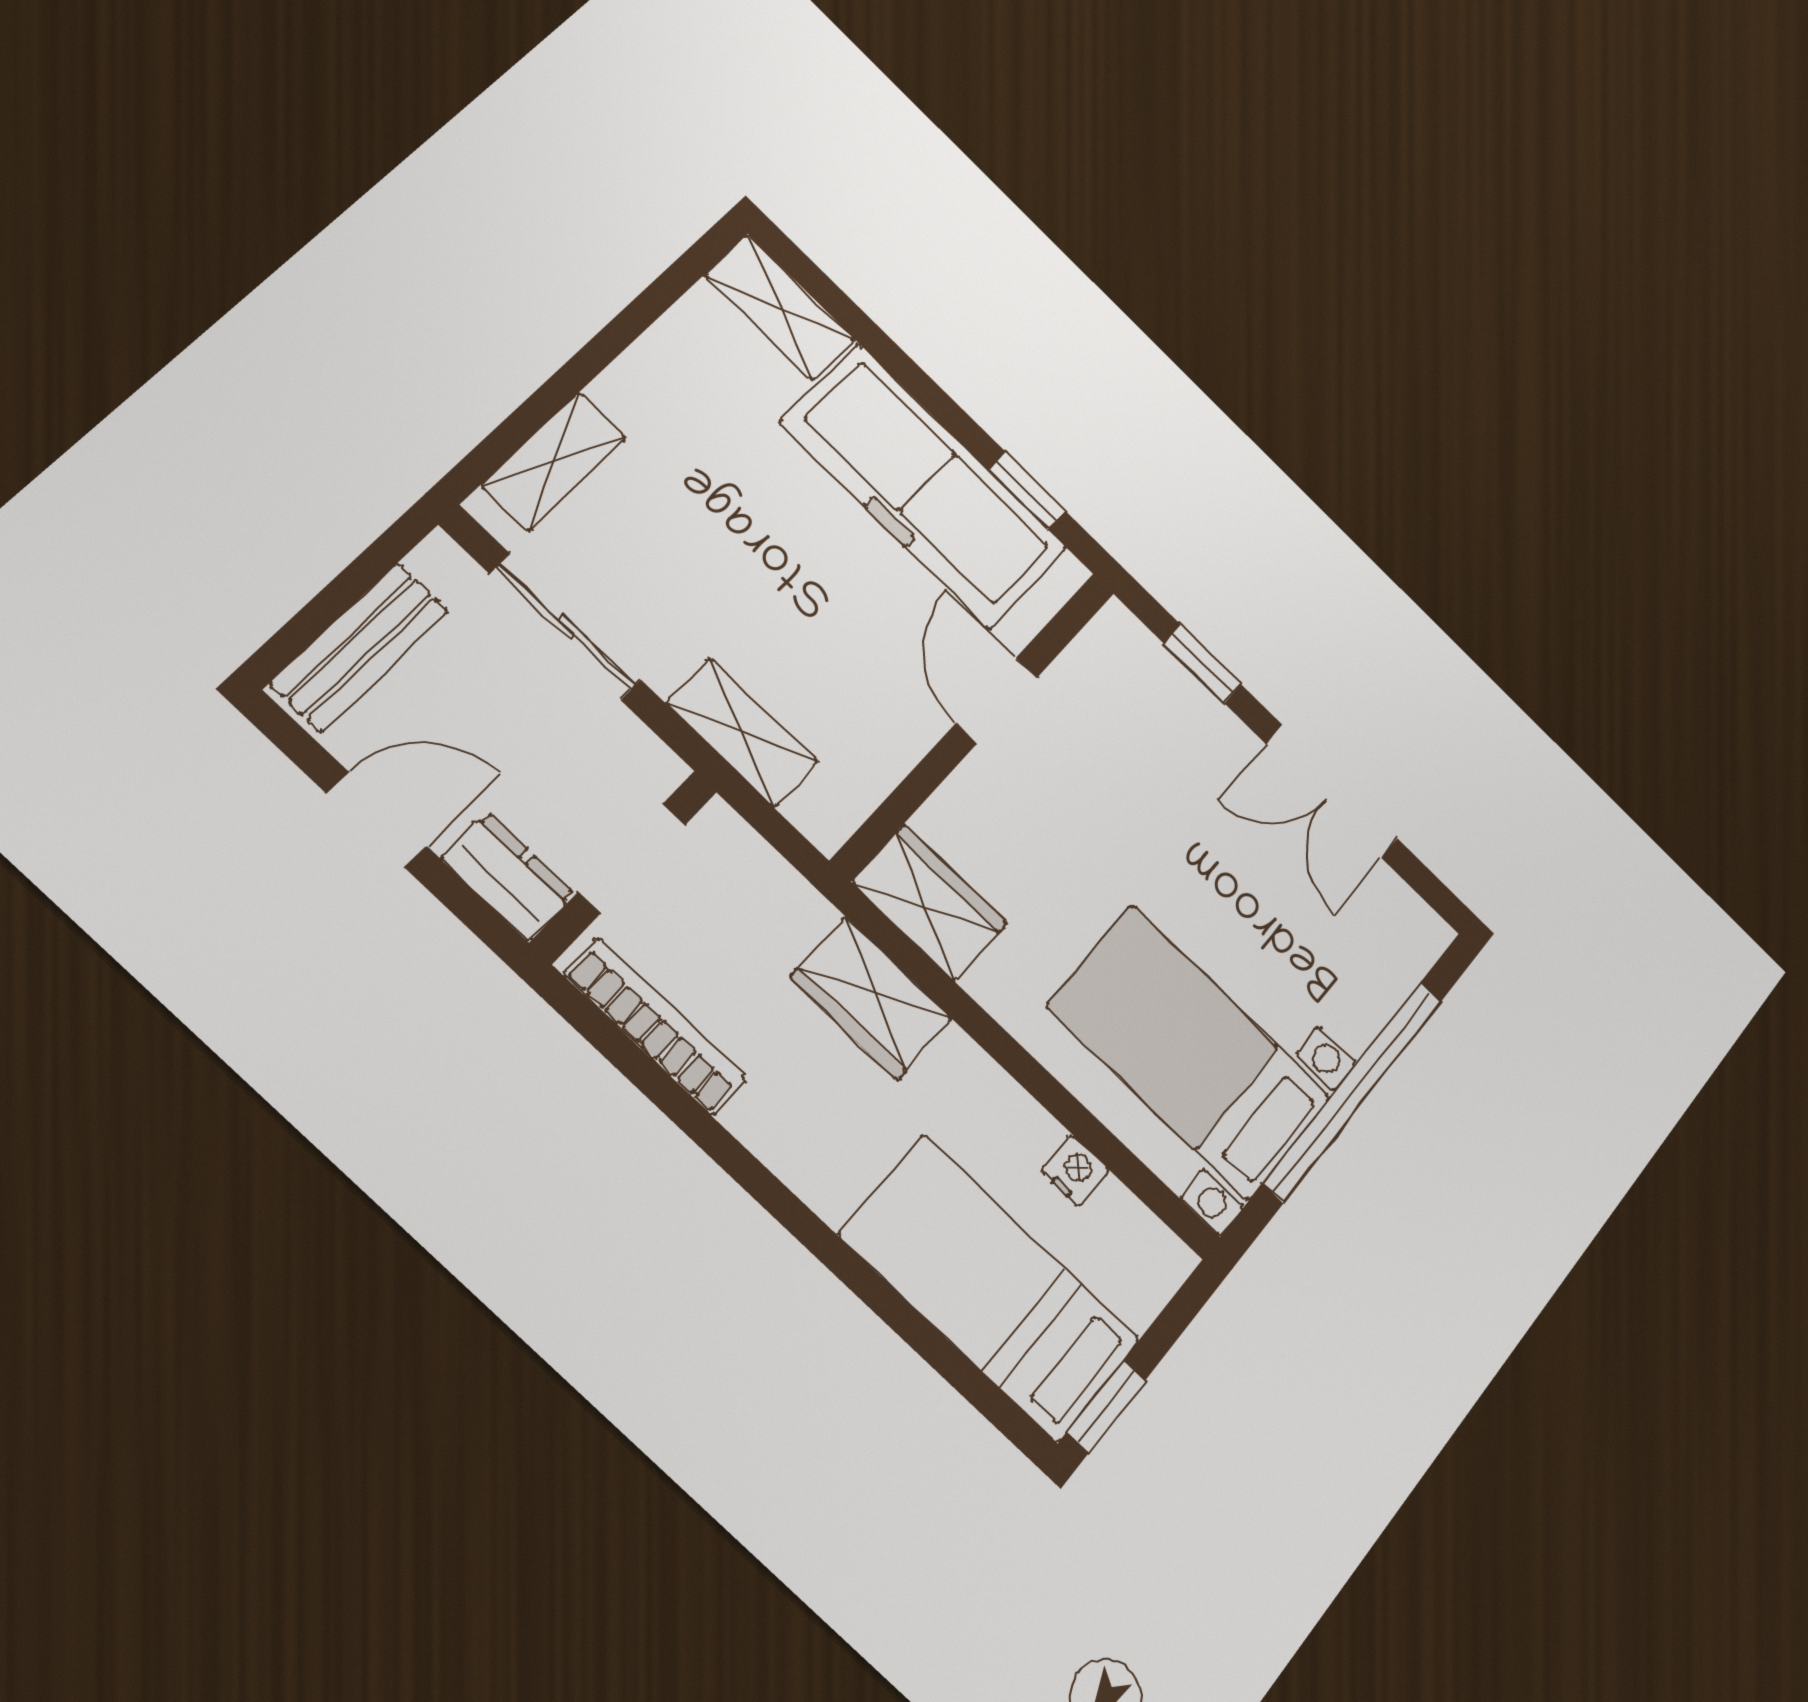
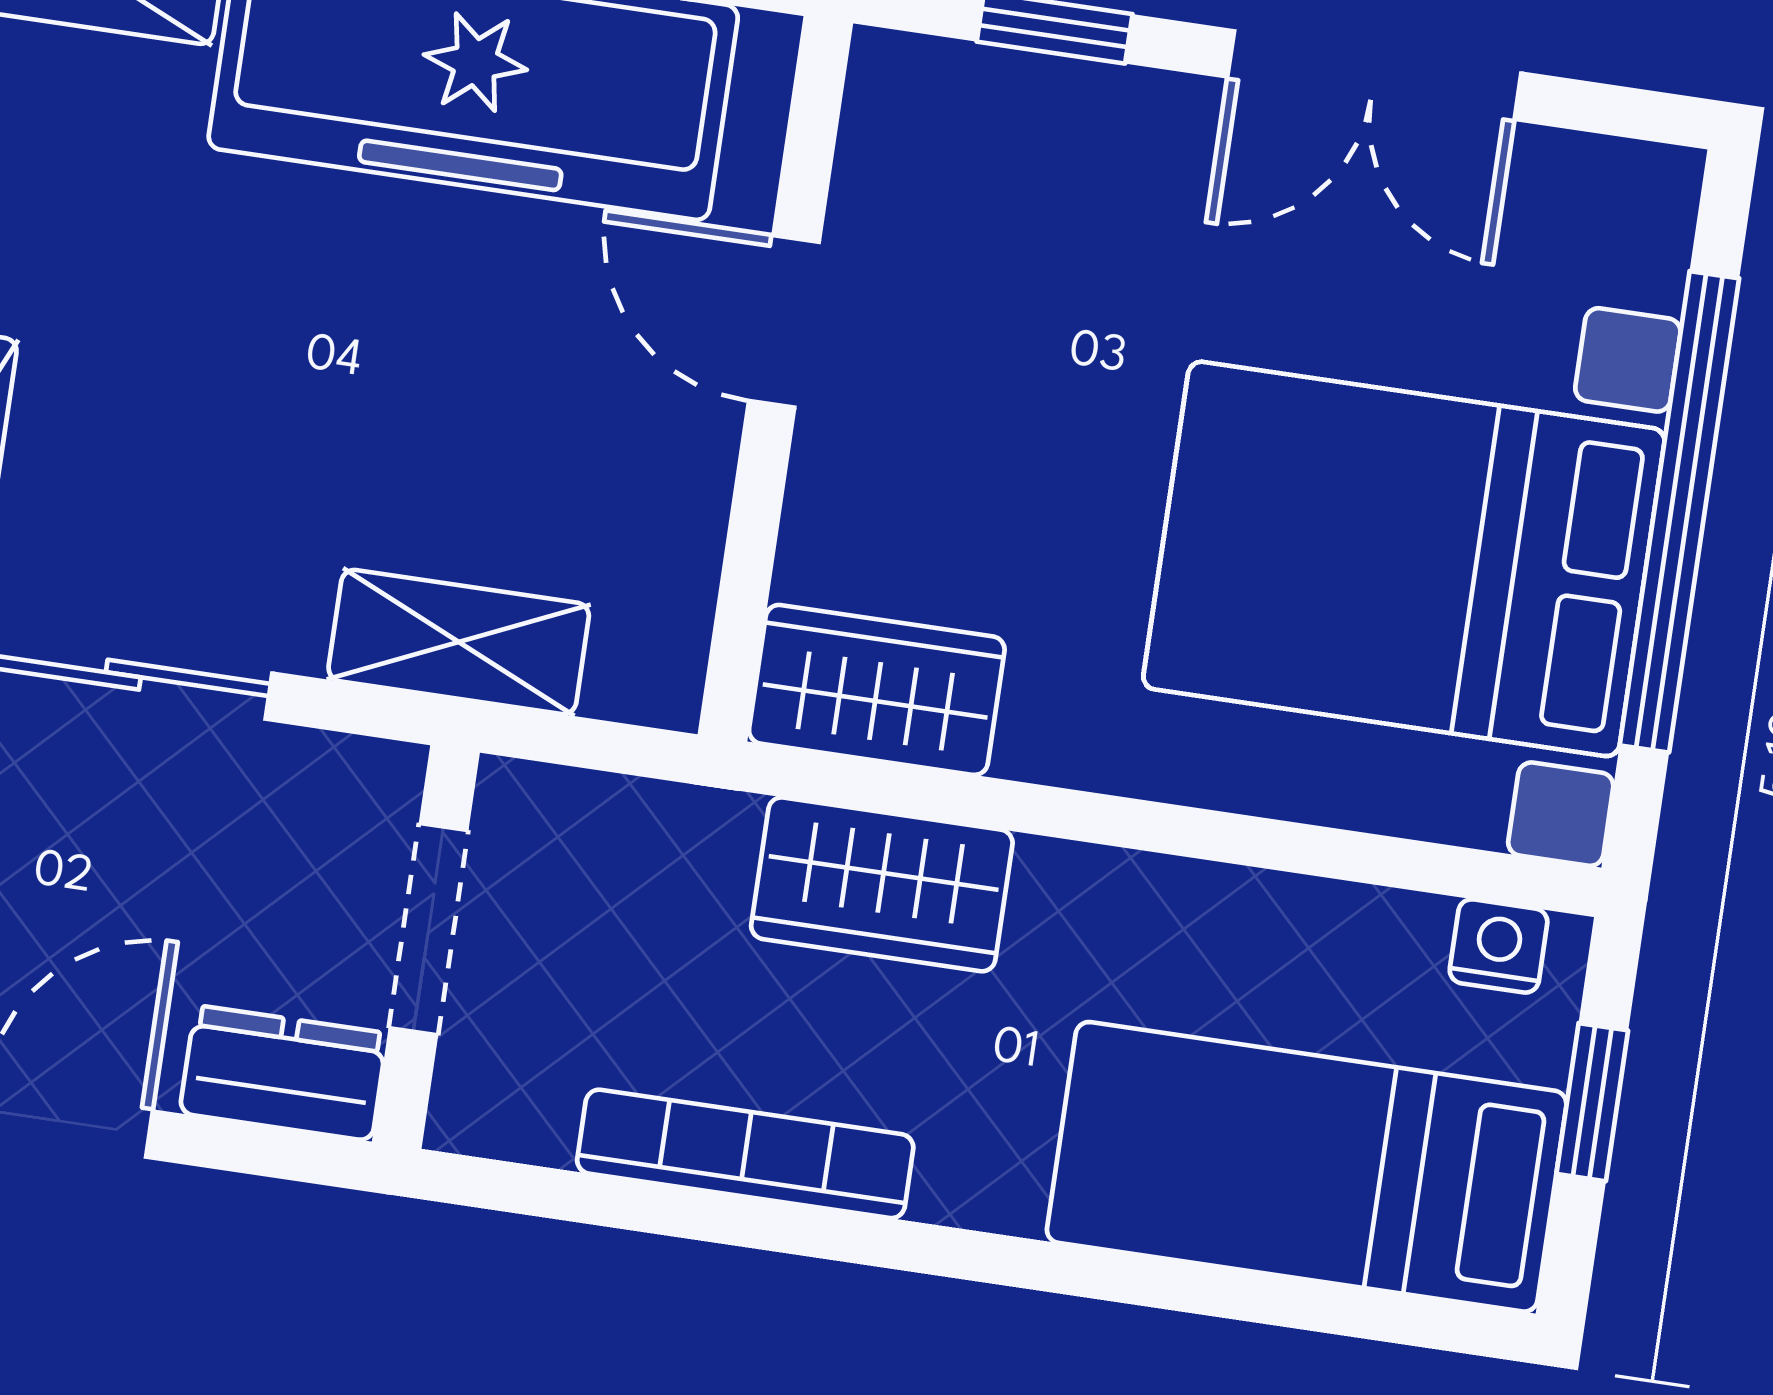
bookcase: (655, 1027) -> (745, 1154), moved
bed with nightstands: (1190, 1052) -> (1404, 559), width x1.36
nightstand: (1075, 1171) -> (1499, 946), moved
window: (1106, 1406) -> (1592, 1102), moved

